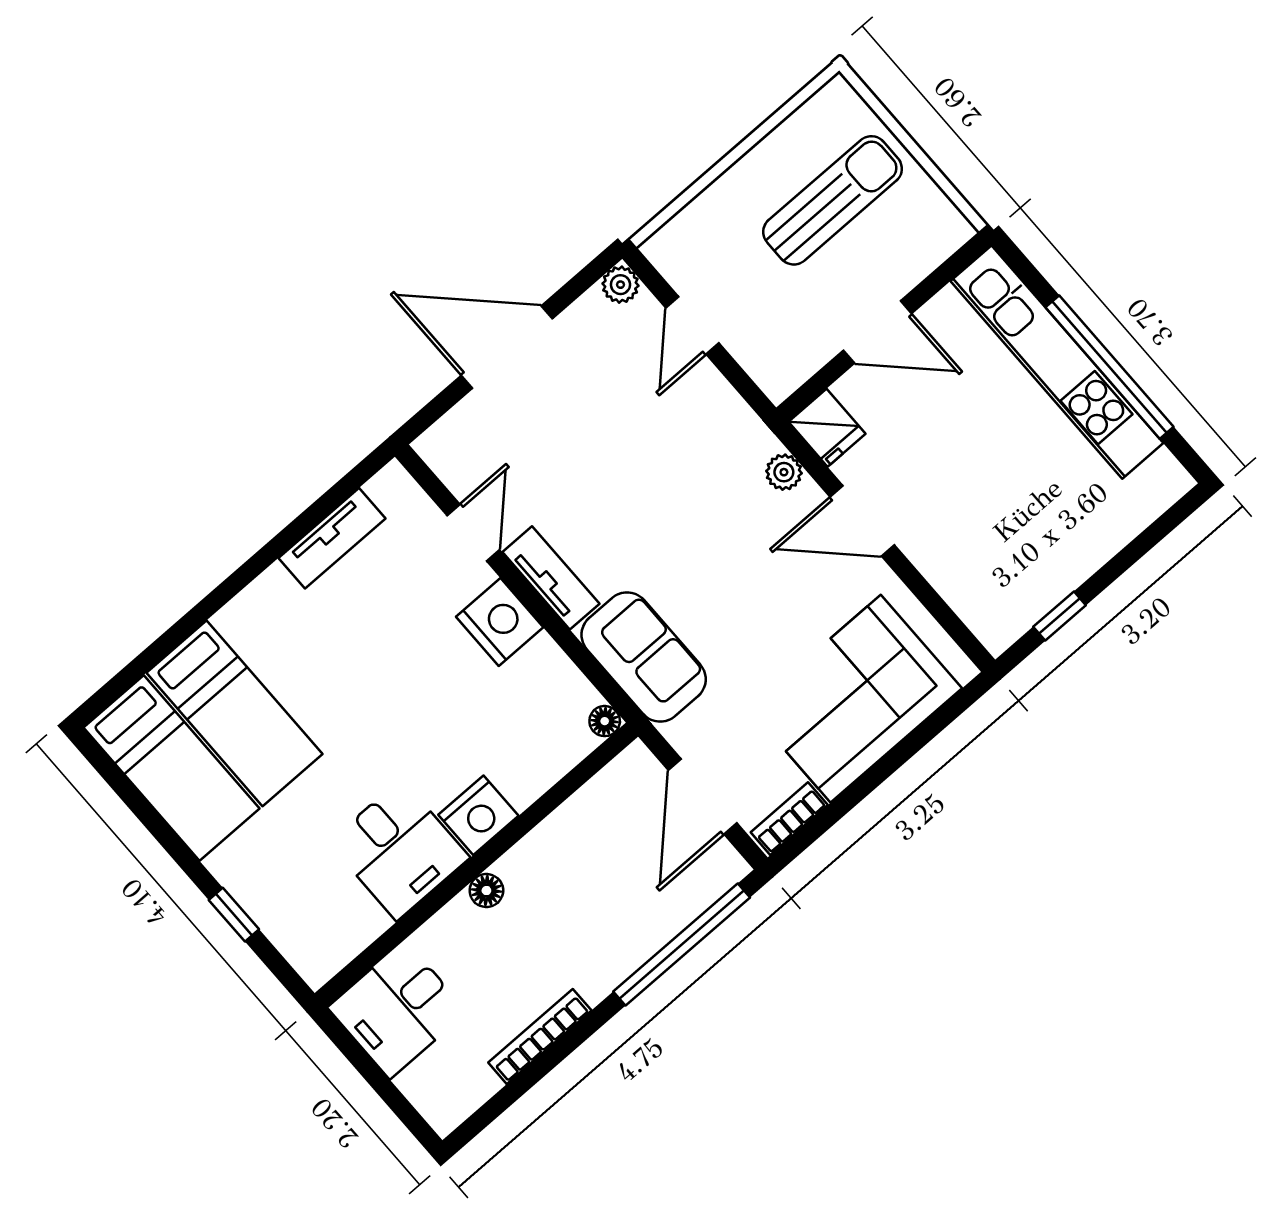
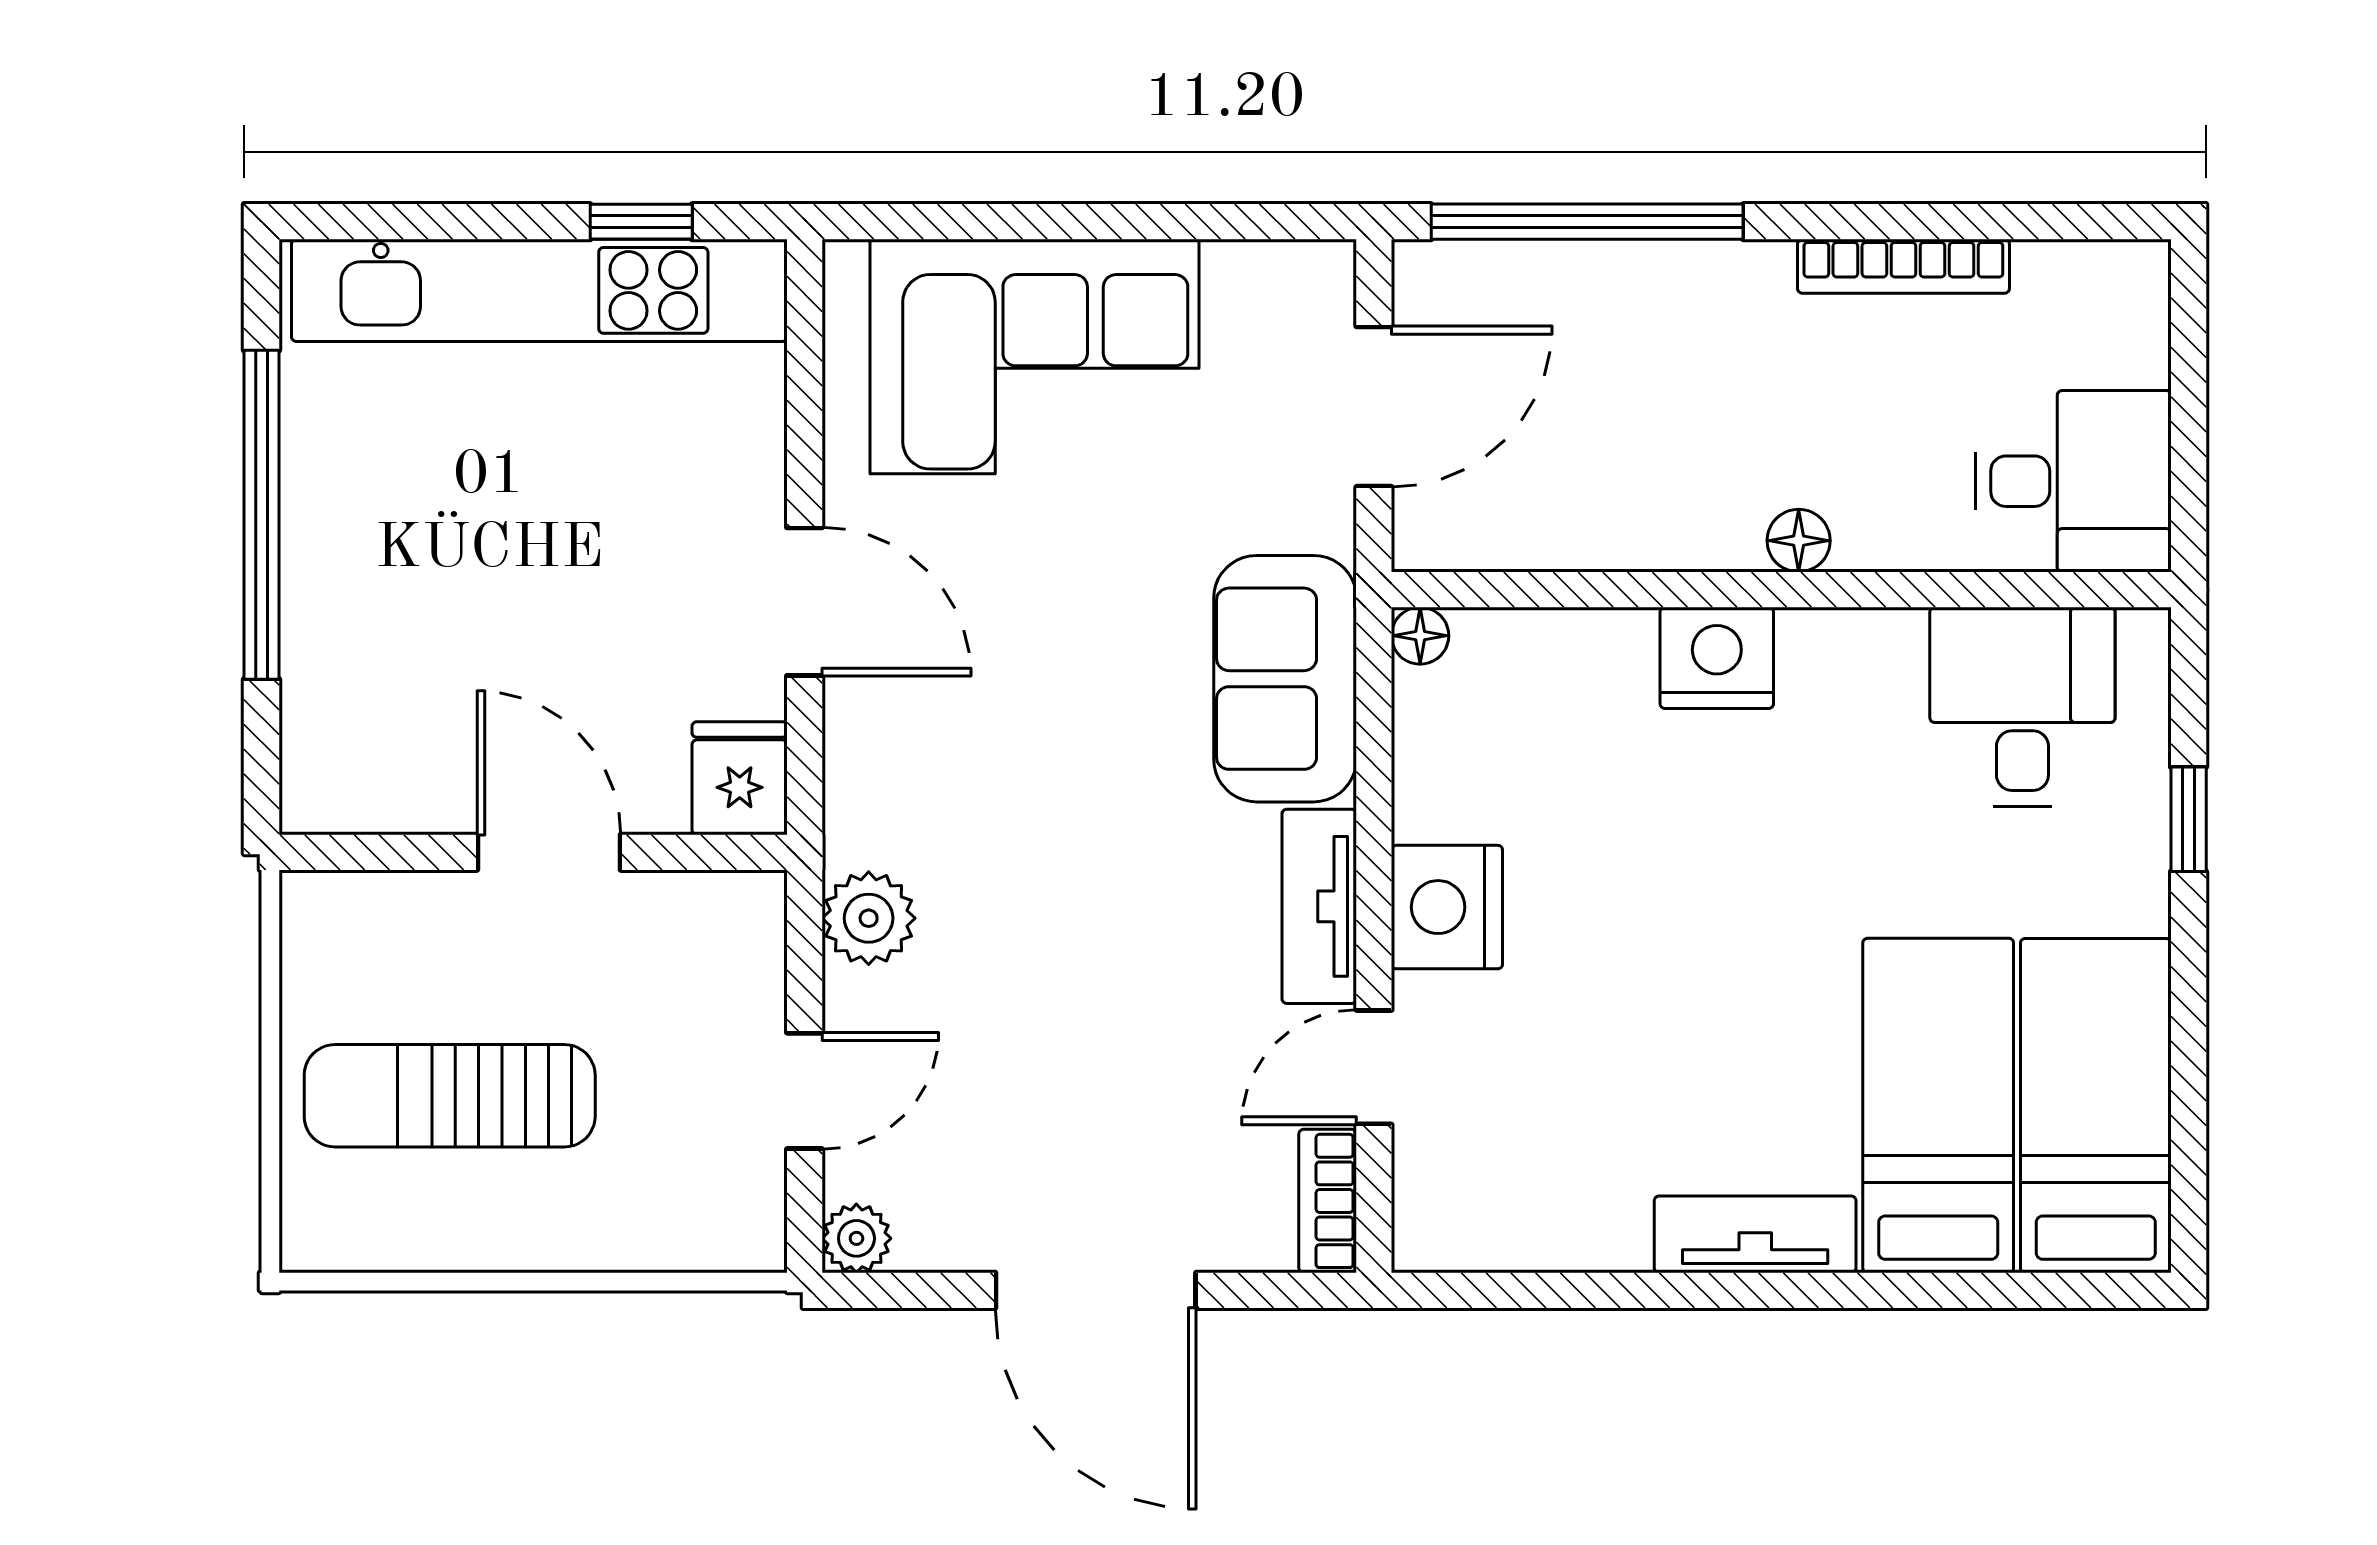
kitchen unit: (1057, 362) -> (539, 290), moved, turned 90
plant: (784, 472) -> (869, 918), moved, width x1.38, depth x1.38
tv unit: (332, 538) -> (1755, 1234), moved
bookcase: (789, 819) -> (1328, 1201), moved, turned 90
desk: (399, 850) -> (2022, 707), moved

